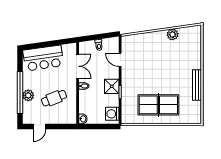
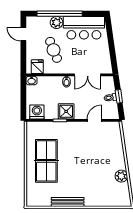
window: (98, 37) -> (119, 96), added
bar counter: (43, 58) -> (84, 28), moved, turned -82
fridge: (70, 113) -> (37, 67), added

